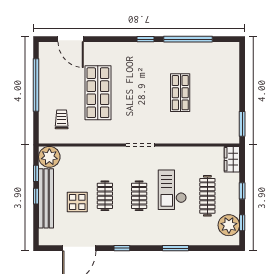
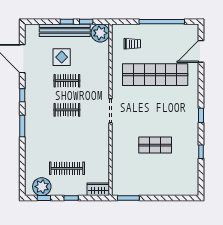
window: (188, 39) -> (201, 152), width x0.32
shop shelf: (98, 93) -> (155, 75), width x1.40
checkout: (172, 190) -> (72, 138), removed
window: (176, 248) -> (22, 126), moved

